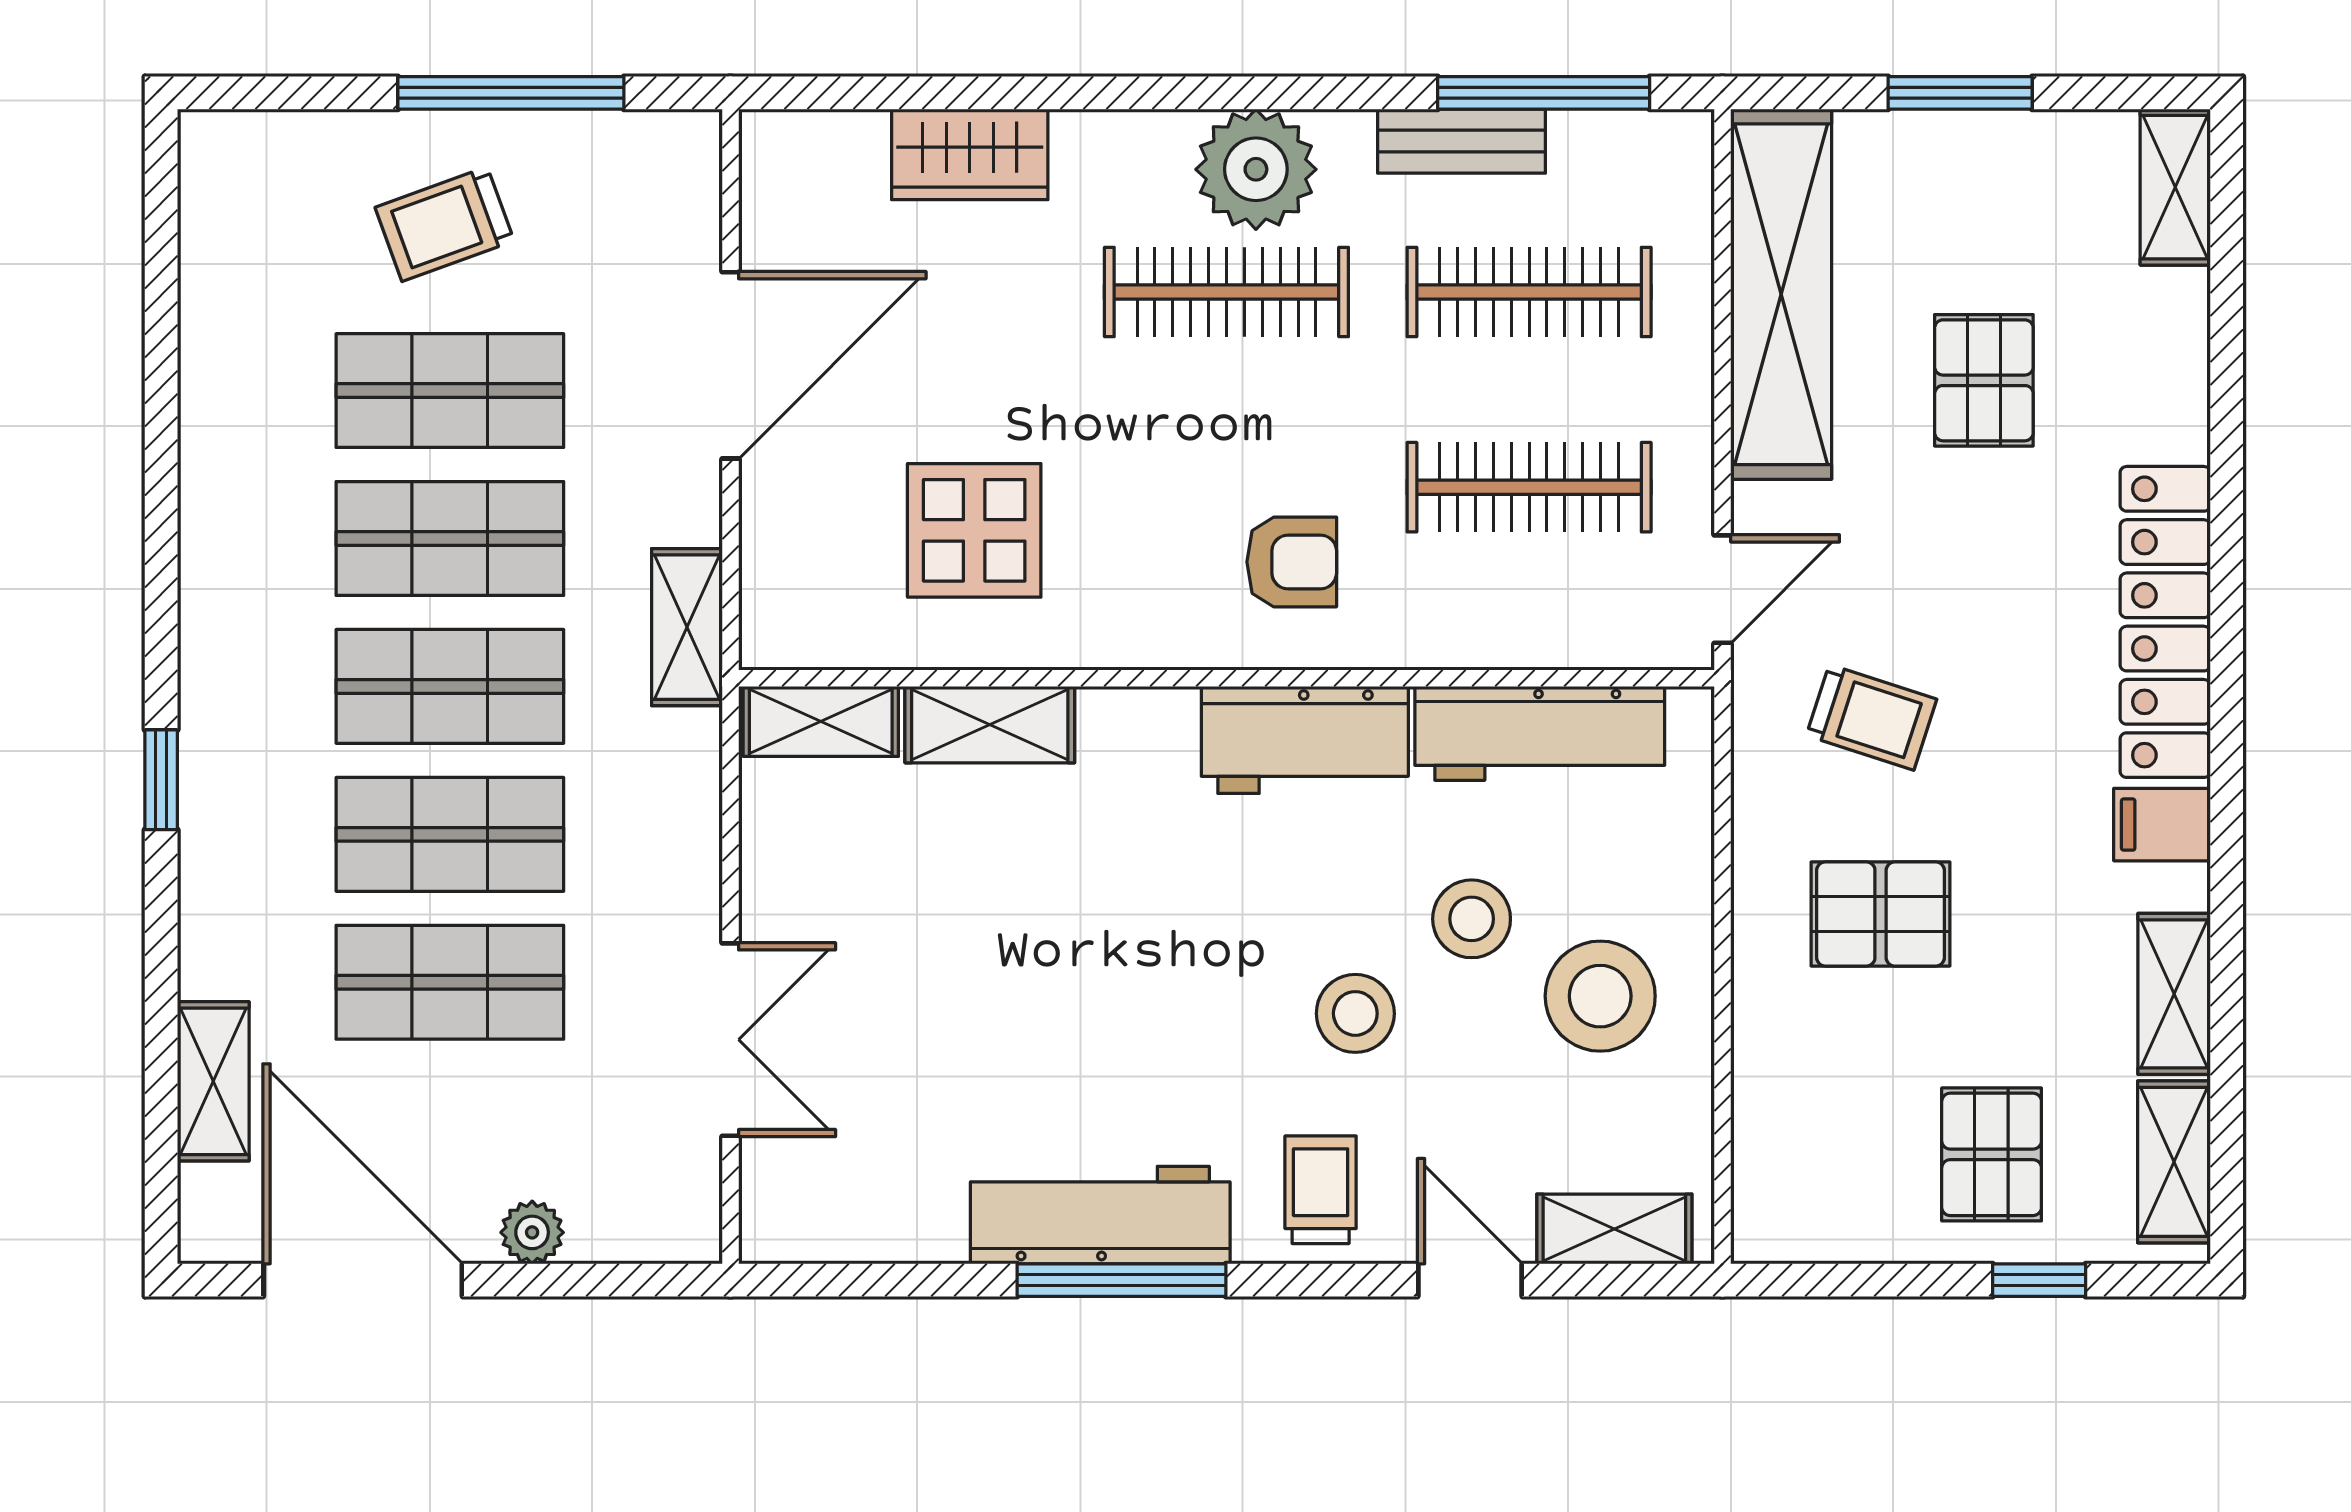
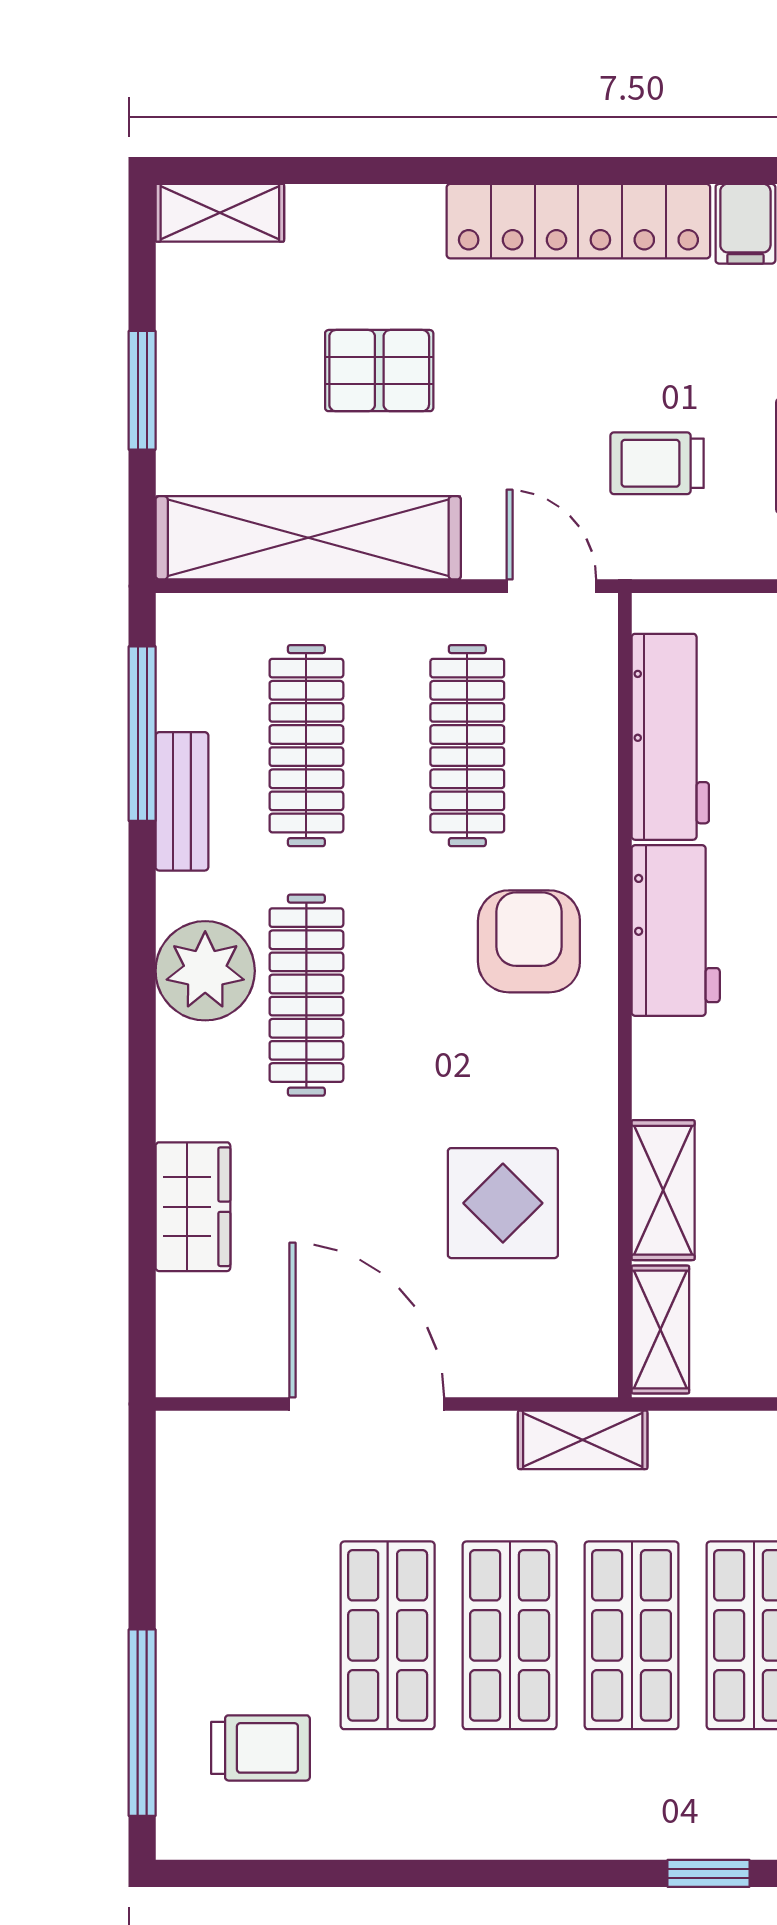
window: (511, 93) -> (142, 1723), moved
trolley: (445, 224) -> (261, 1748), moved, turned -70
armchair: (1292, 562) -> (529, 941), width x1.38, depth x1.38
trolley: (1872, 717) -> (657, 463), turned -108

